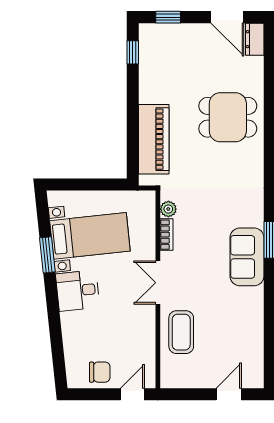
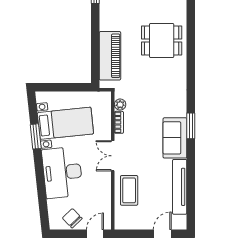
desk: (78, 291) -> (62, 172), width x1.87, depth x1.30
tv unit: (254, 327) -> (180, 187), added
chair: (100, 372) -> (72, 218), turned -134

